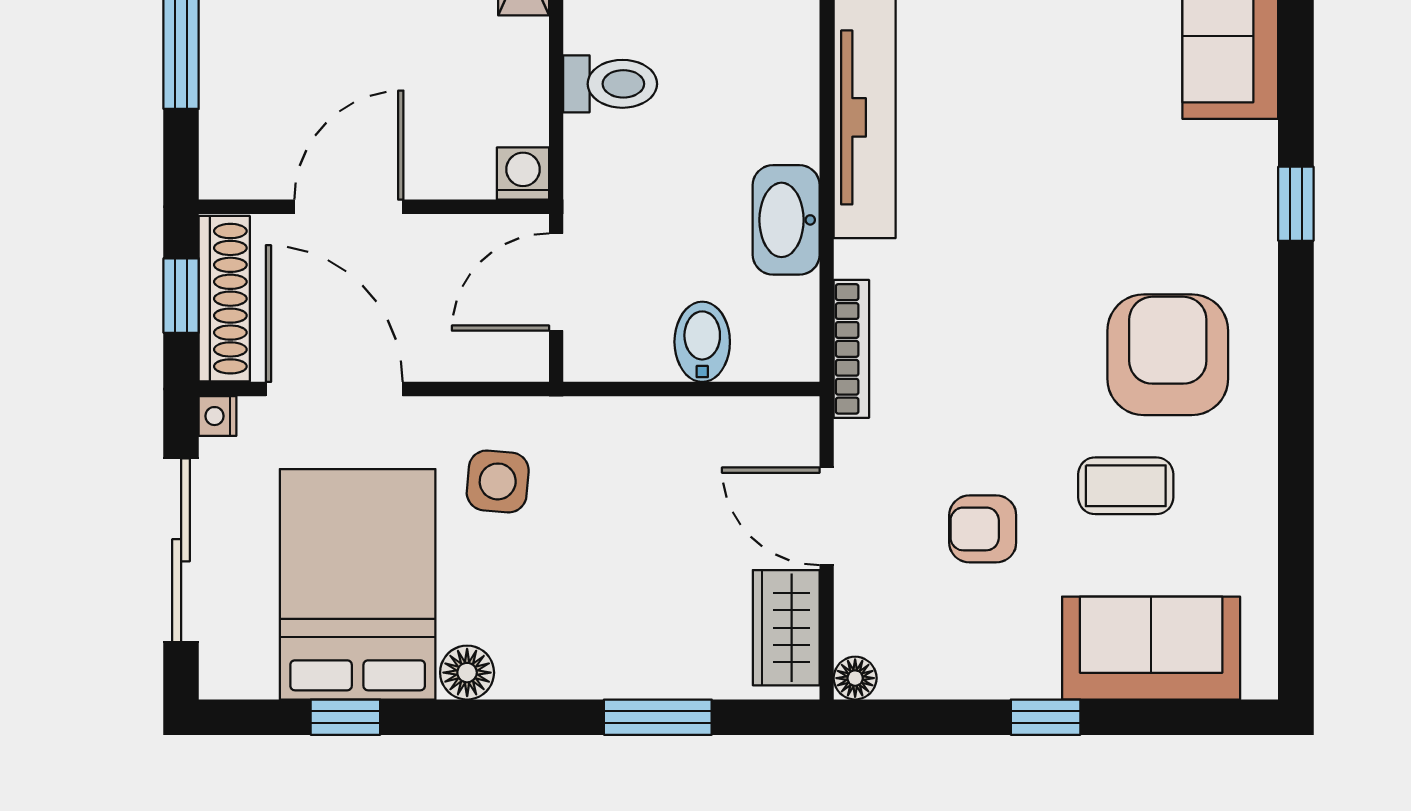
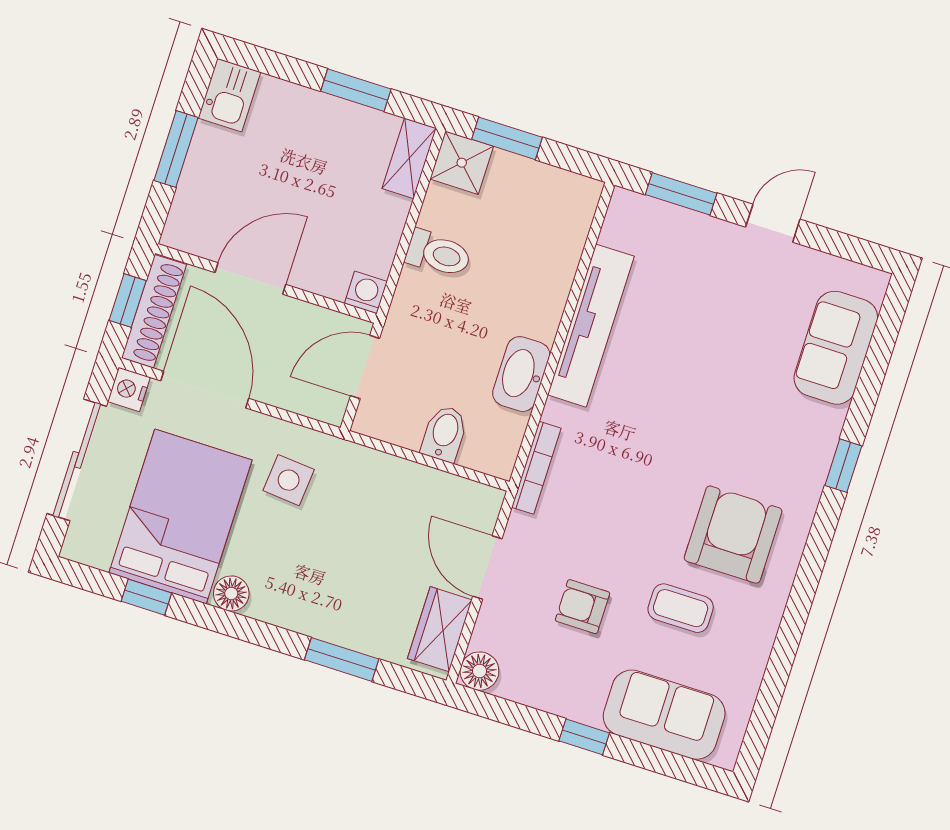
nightstand: (218, 416) -> (129, 389), width x1.39, depth x1.35
floor lamp: (855, 678) -> (479, 671), width x1.37, depth x1.37

